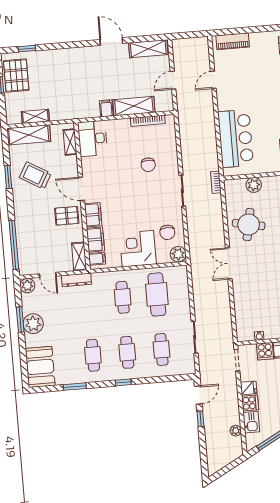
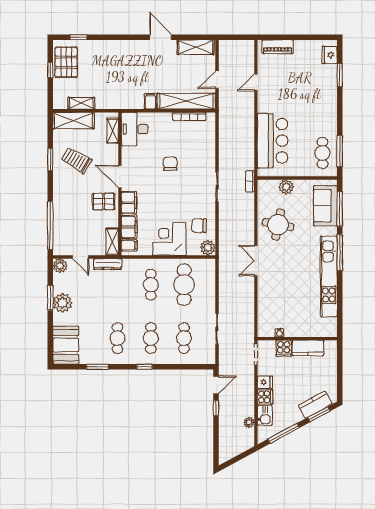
shelving: (134, 106) -> (186, 101), width x1.47
chair: (148, 165) -> (170, 164), moved, turned 180
chair: (167, 232) -> (199, 226), turned 90

